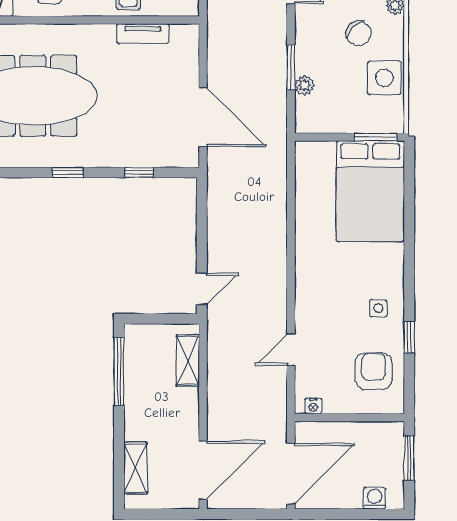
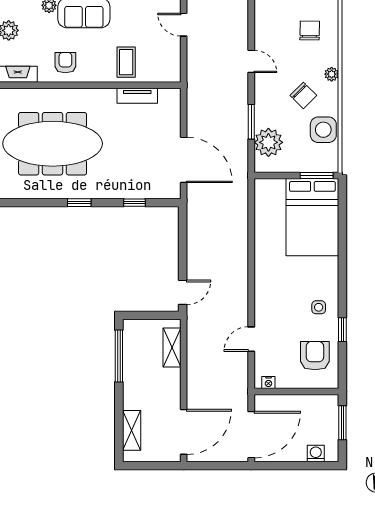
plant: (304, 85) -> (268, 142), width x1.87, depth x1.87

